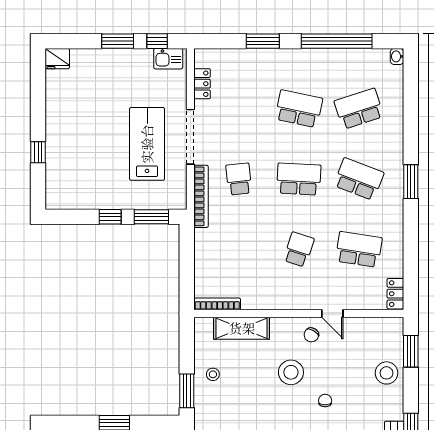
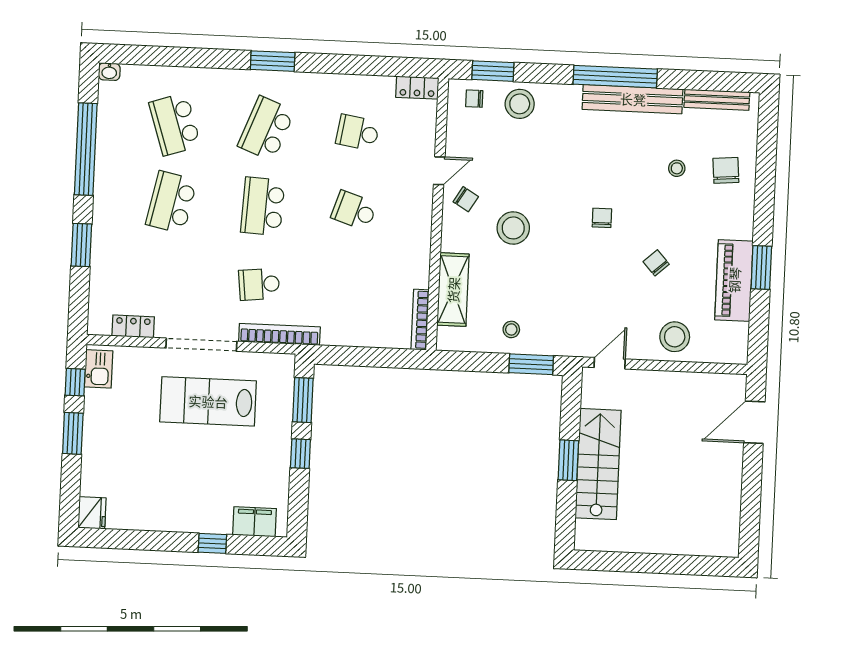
filing cabinet: (56, 184) -> (255, 522), added
school desk: (359, 249) -> (358, 133), width x0.54
chair: (325, 401) -> (474, 99), moved

